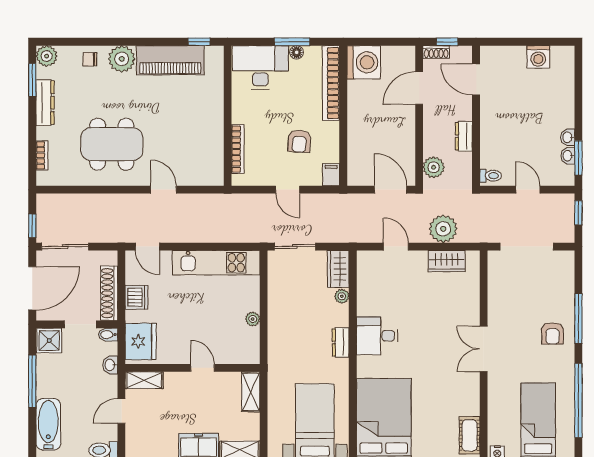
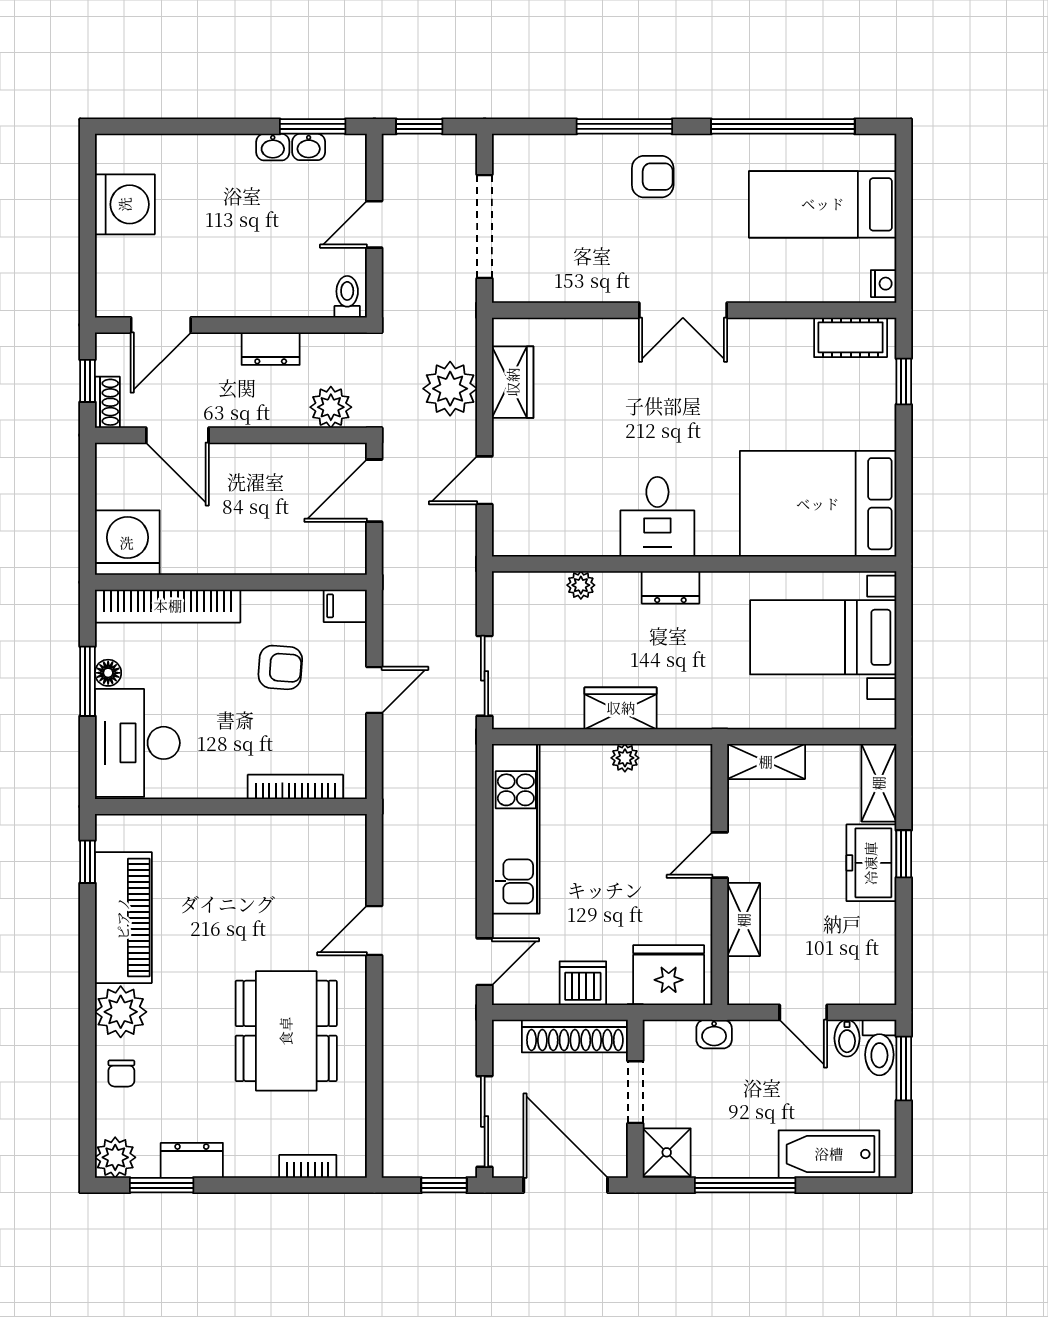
washing machine: (538, 57) -> (125, 204), width x1.37, depth x1.37
dresser: (45, 103) -> (192, 1160), width x0.70
wardrobe: (338, 269) -> (621, 708), moved, turned 180
bidet: (108, 335) -> (847, 1038), moved
shelving: (144, 380) -> (744, 920), moved

